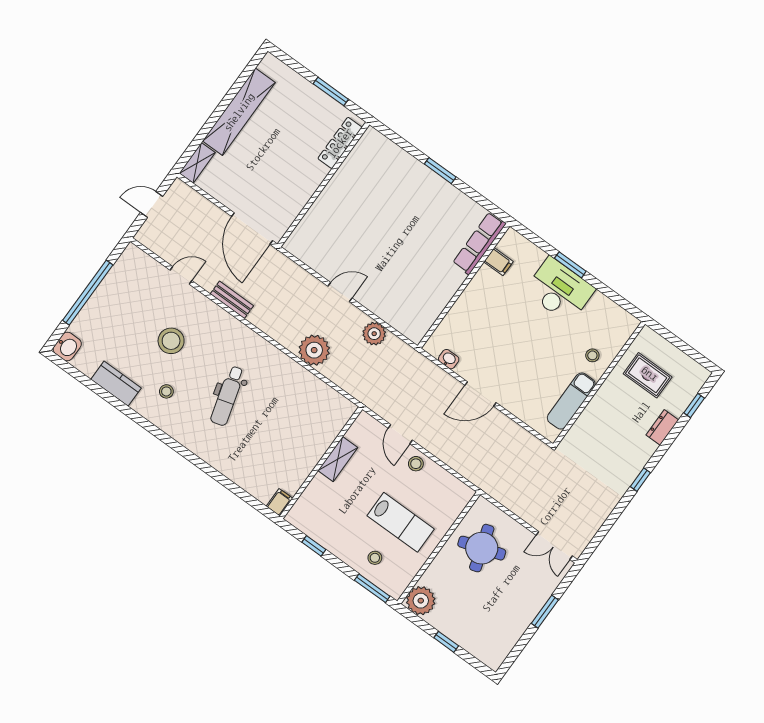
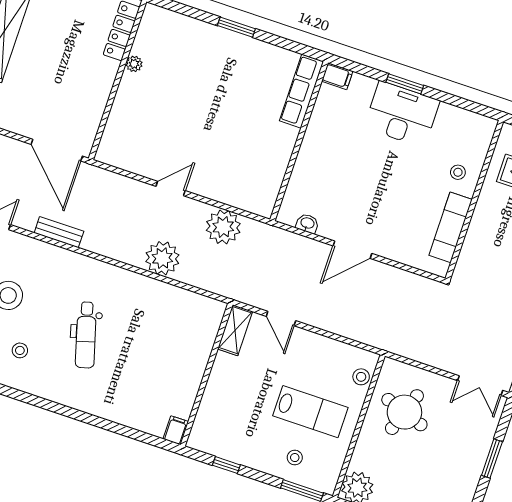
plant: (342, 175) -> (134, 64), added
filing cabinet: (498, 262) -> (337, 76), moved
plant: (374, 334) -> (223, 227), width x1.36, depth x1.36
shelving: (338, 459) -> (235, 330), moved
stool: (416, 464) -> (361, 377), moved
round table: (482, 548) -> (404, 412), turned 37

